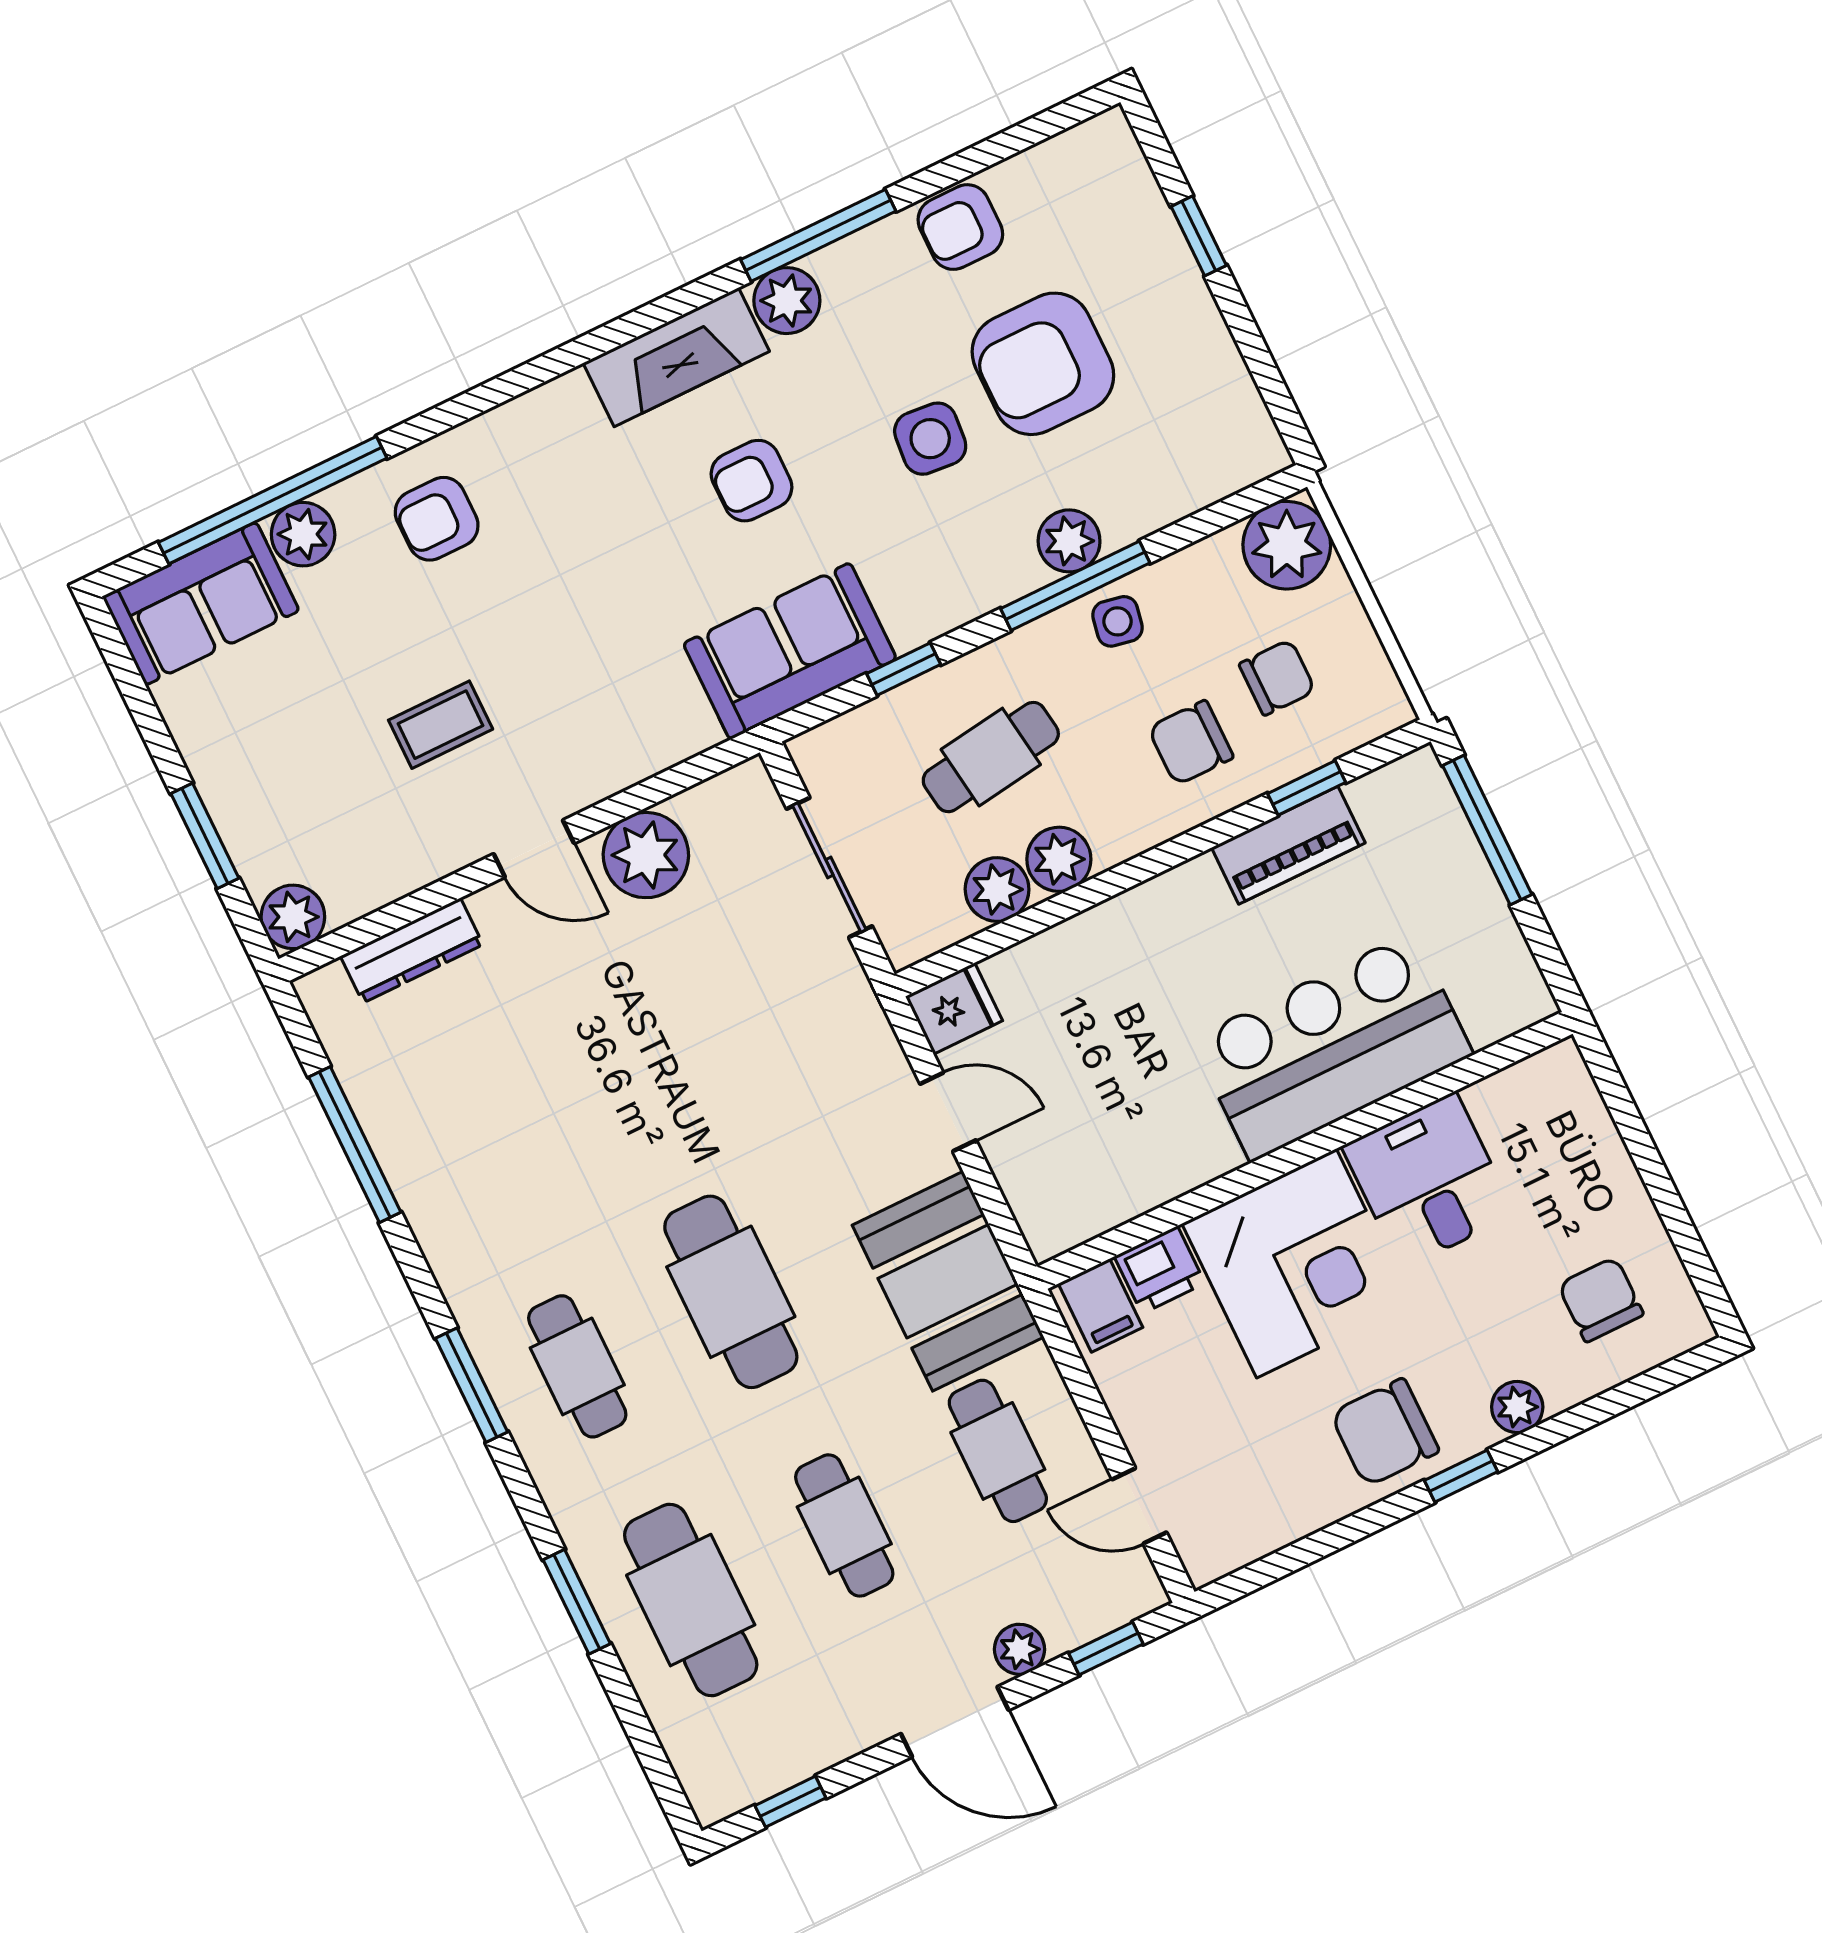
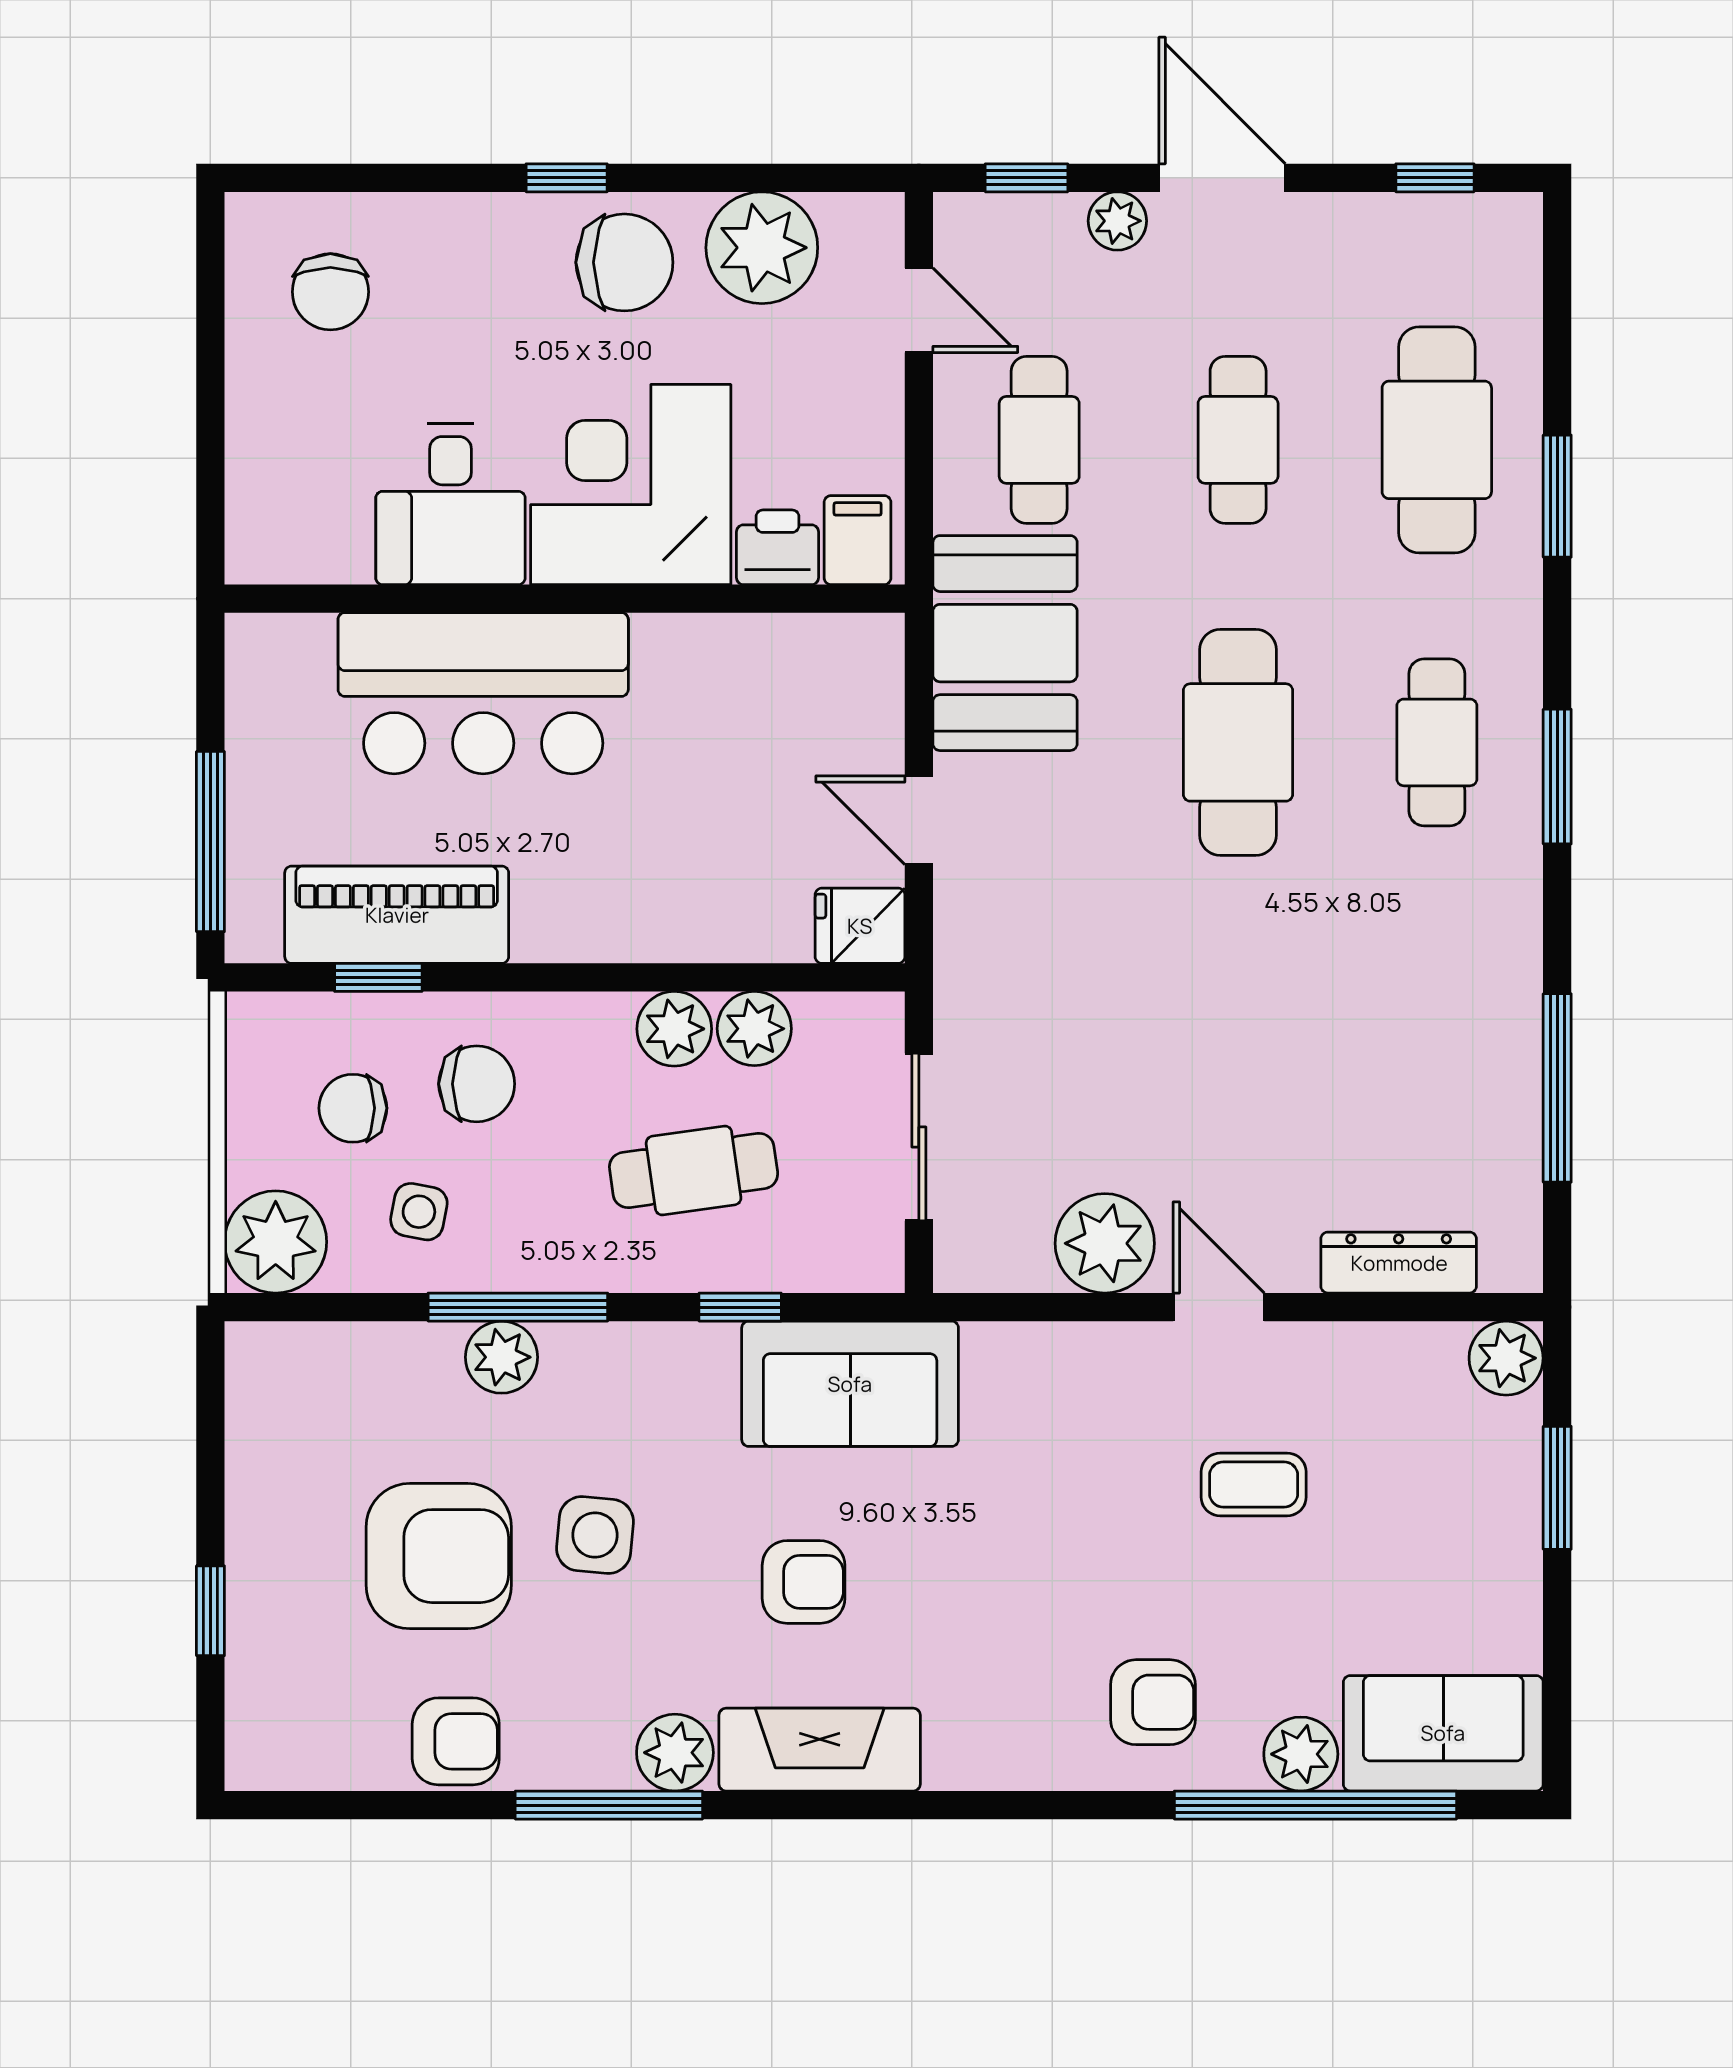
side table: (1118, 621) -> (419, 1212), moved
piano: (1288, 845) -> (397, 915), width x1.37, depth x1.33
plant: (1517, 1407) -> (762, 248), moved, width x1.87, depth x1.87

